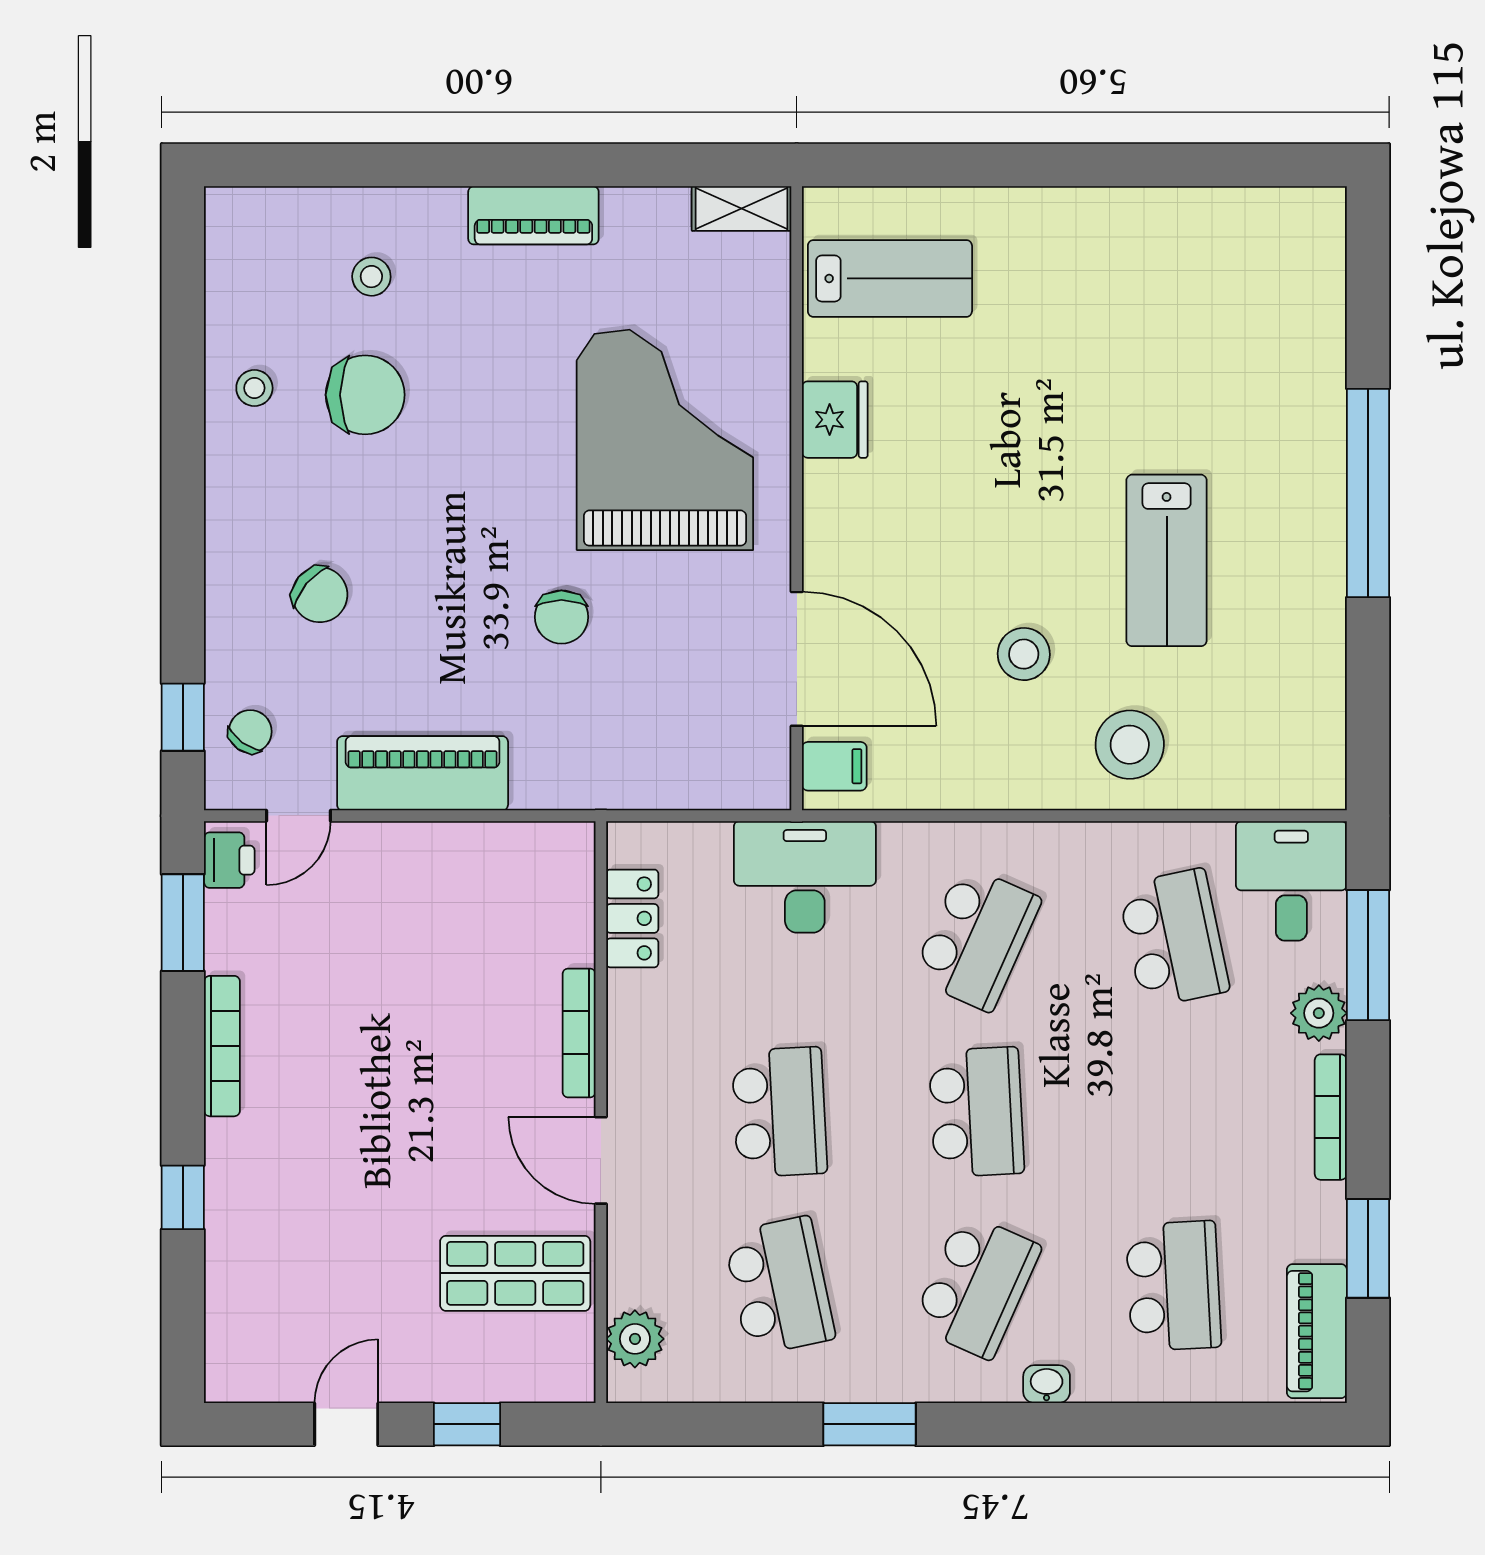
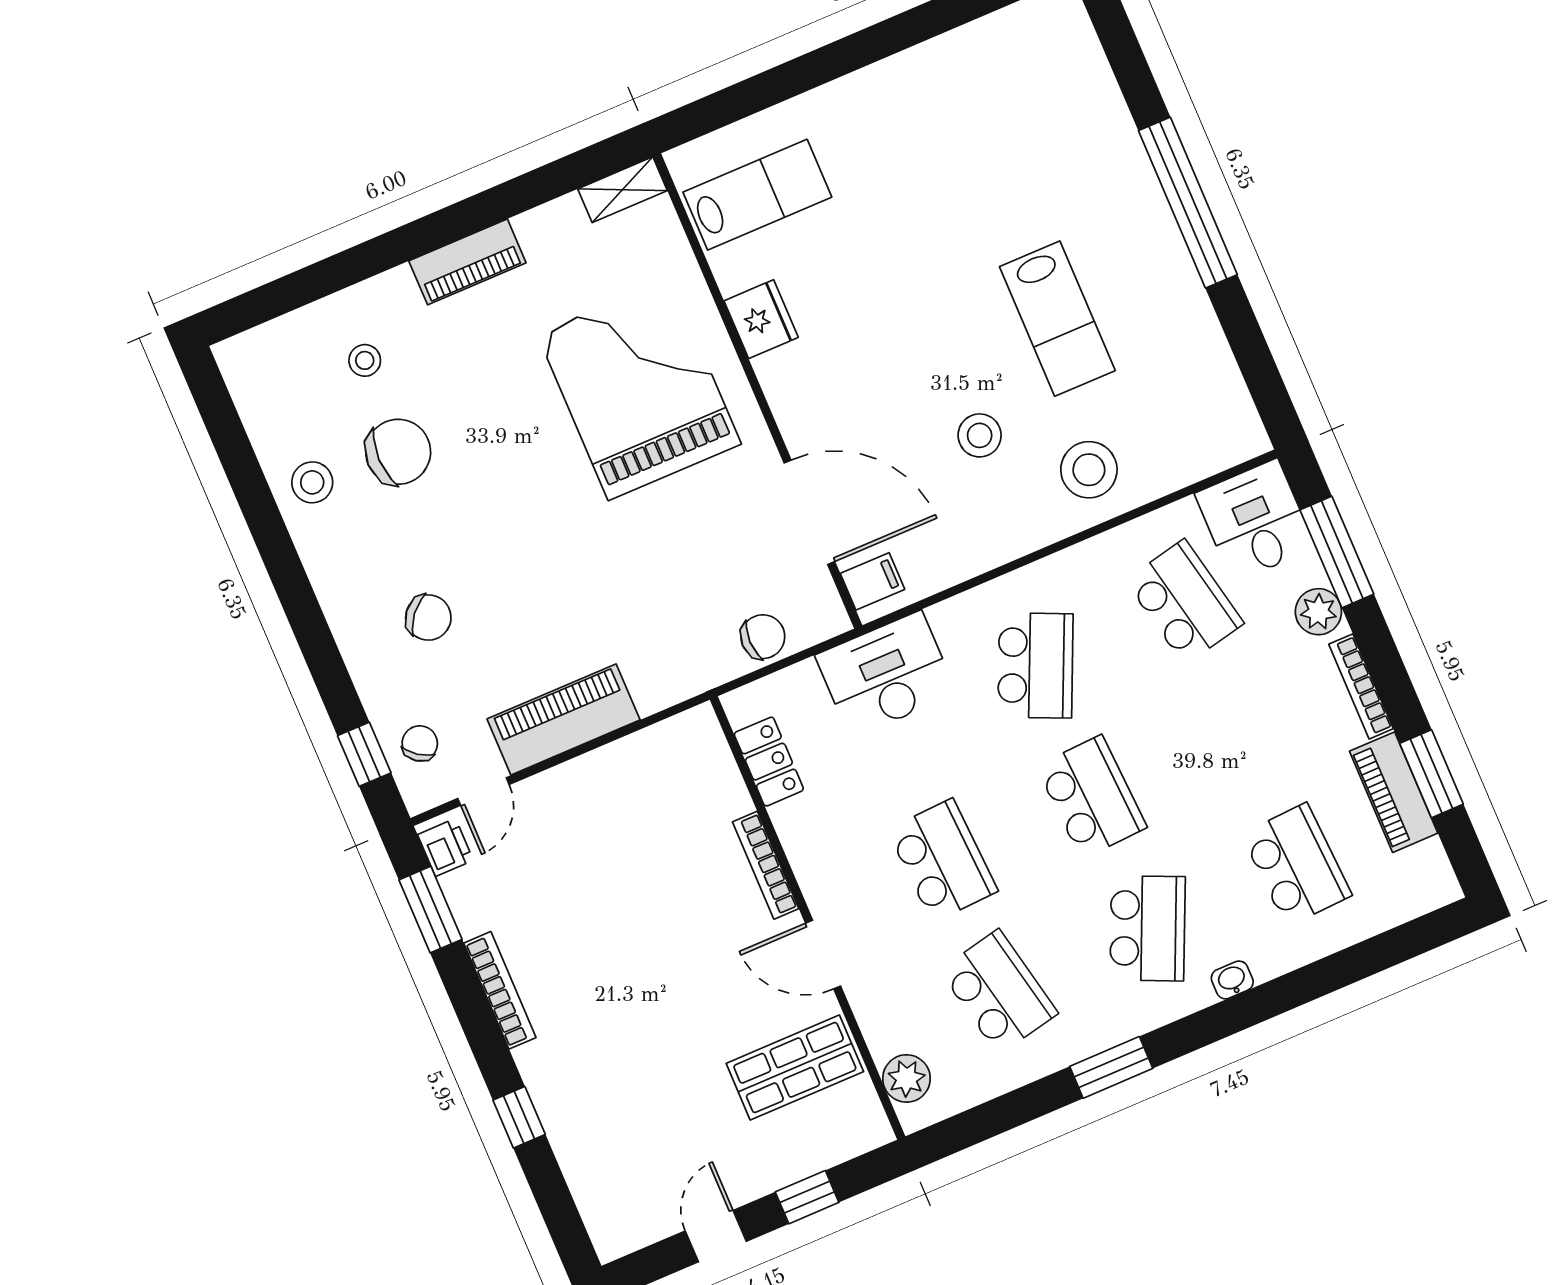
stool: (254, 388) -> (312, 482), width x1.37, depth x1.37
chair: (561, 617) -> (763, 637), moved, turned -90
piano: (1317, 1331) -> (1394, 792), moved

